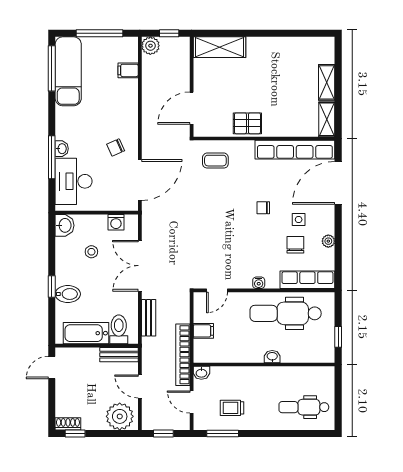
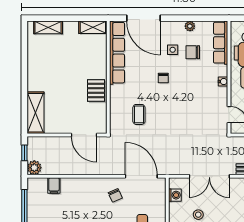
shelving: (327, 82) -> (48, 27), moved
coffee table: (215, 161) -> (139, 114), moved

